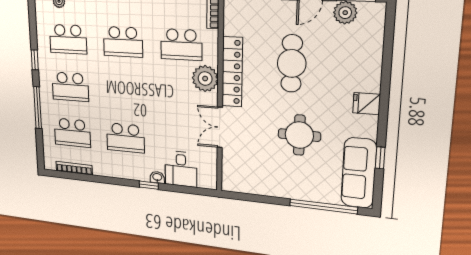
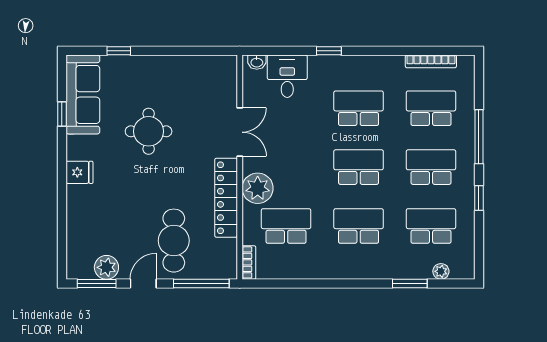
cafe table: (292, 63) -> (174, 241), moved
school desk: (124, 91) -> (359, 167), added
washbasin: (157, 177) -> (257, 62), moved
window: (323, 206) -> (119, 51), width x0.32

